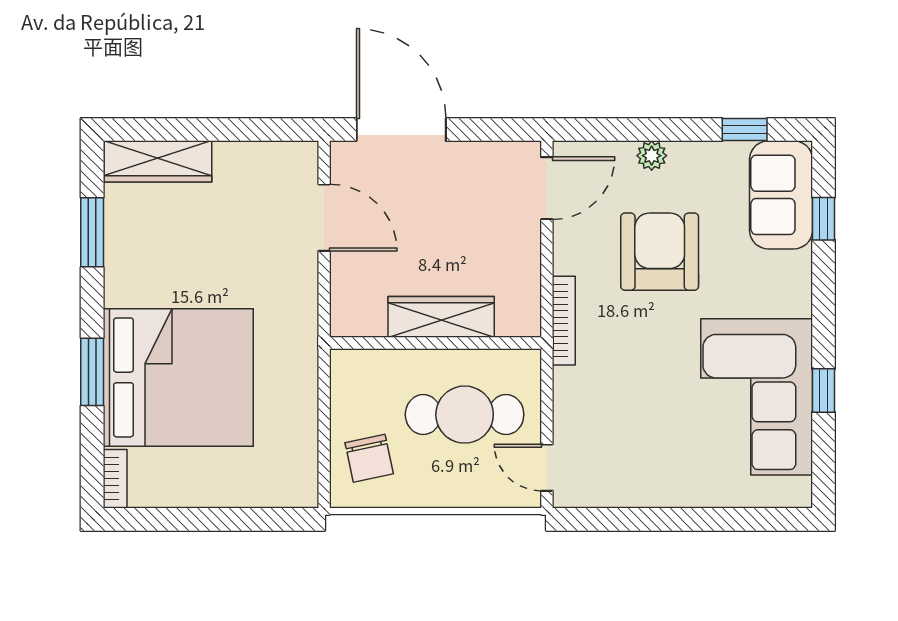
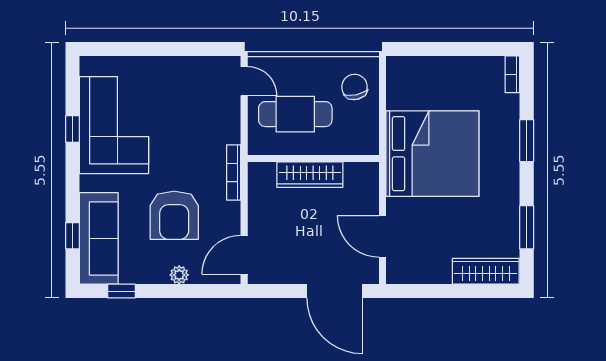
sofa: (781, 195) -> (99, 238), width x1.36
bed: (178, 377) -> (432, 154), moved, turned 180

